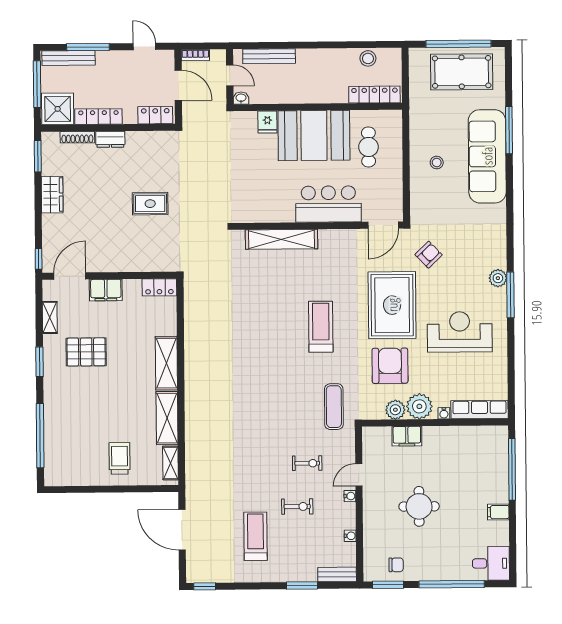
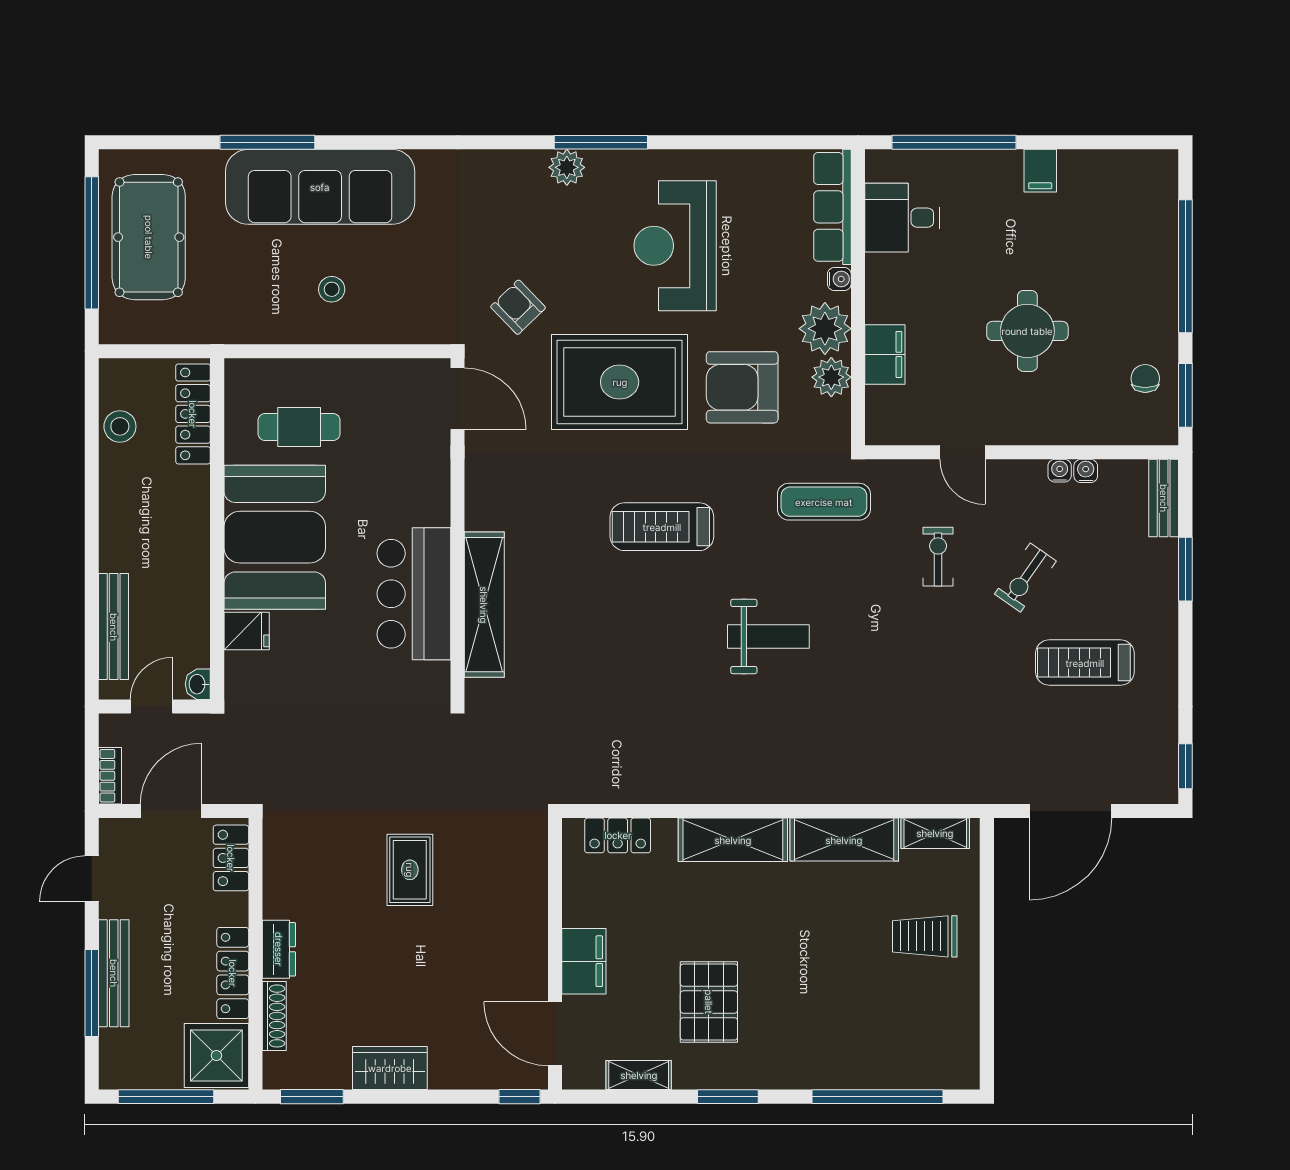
bench: (69, 58) -> (114, 973), moved
bar counter: (328, 204) -> (414, 594), moved
locker: (159, 287) -> (618, 835), moved, turned 90
weight bench: (267, 380) -> (768, 636), added
water cooler: (350, 496) -> (1060, 471), moved
exercise bike: (297, 506) -> (1025, 578), turned -145
desk: (491, 563) -> (902, 218), moved, turned -90

